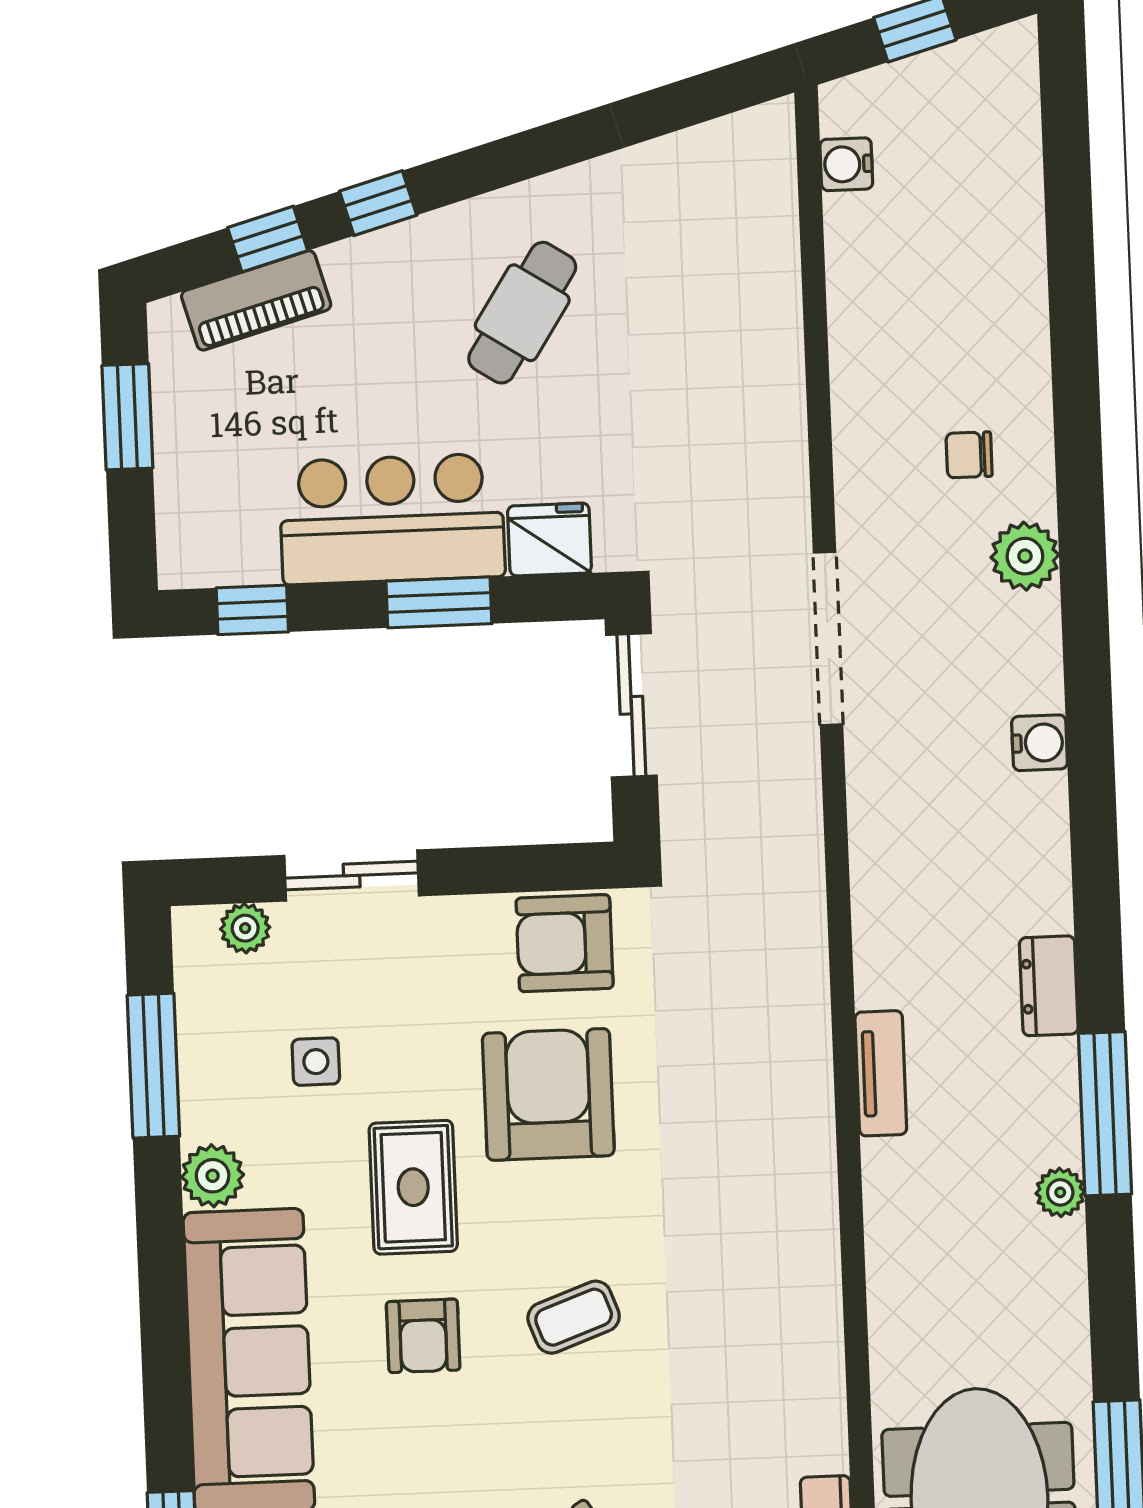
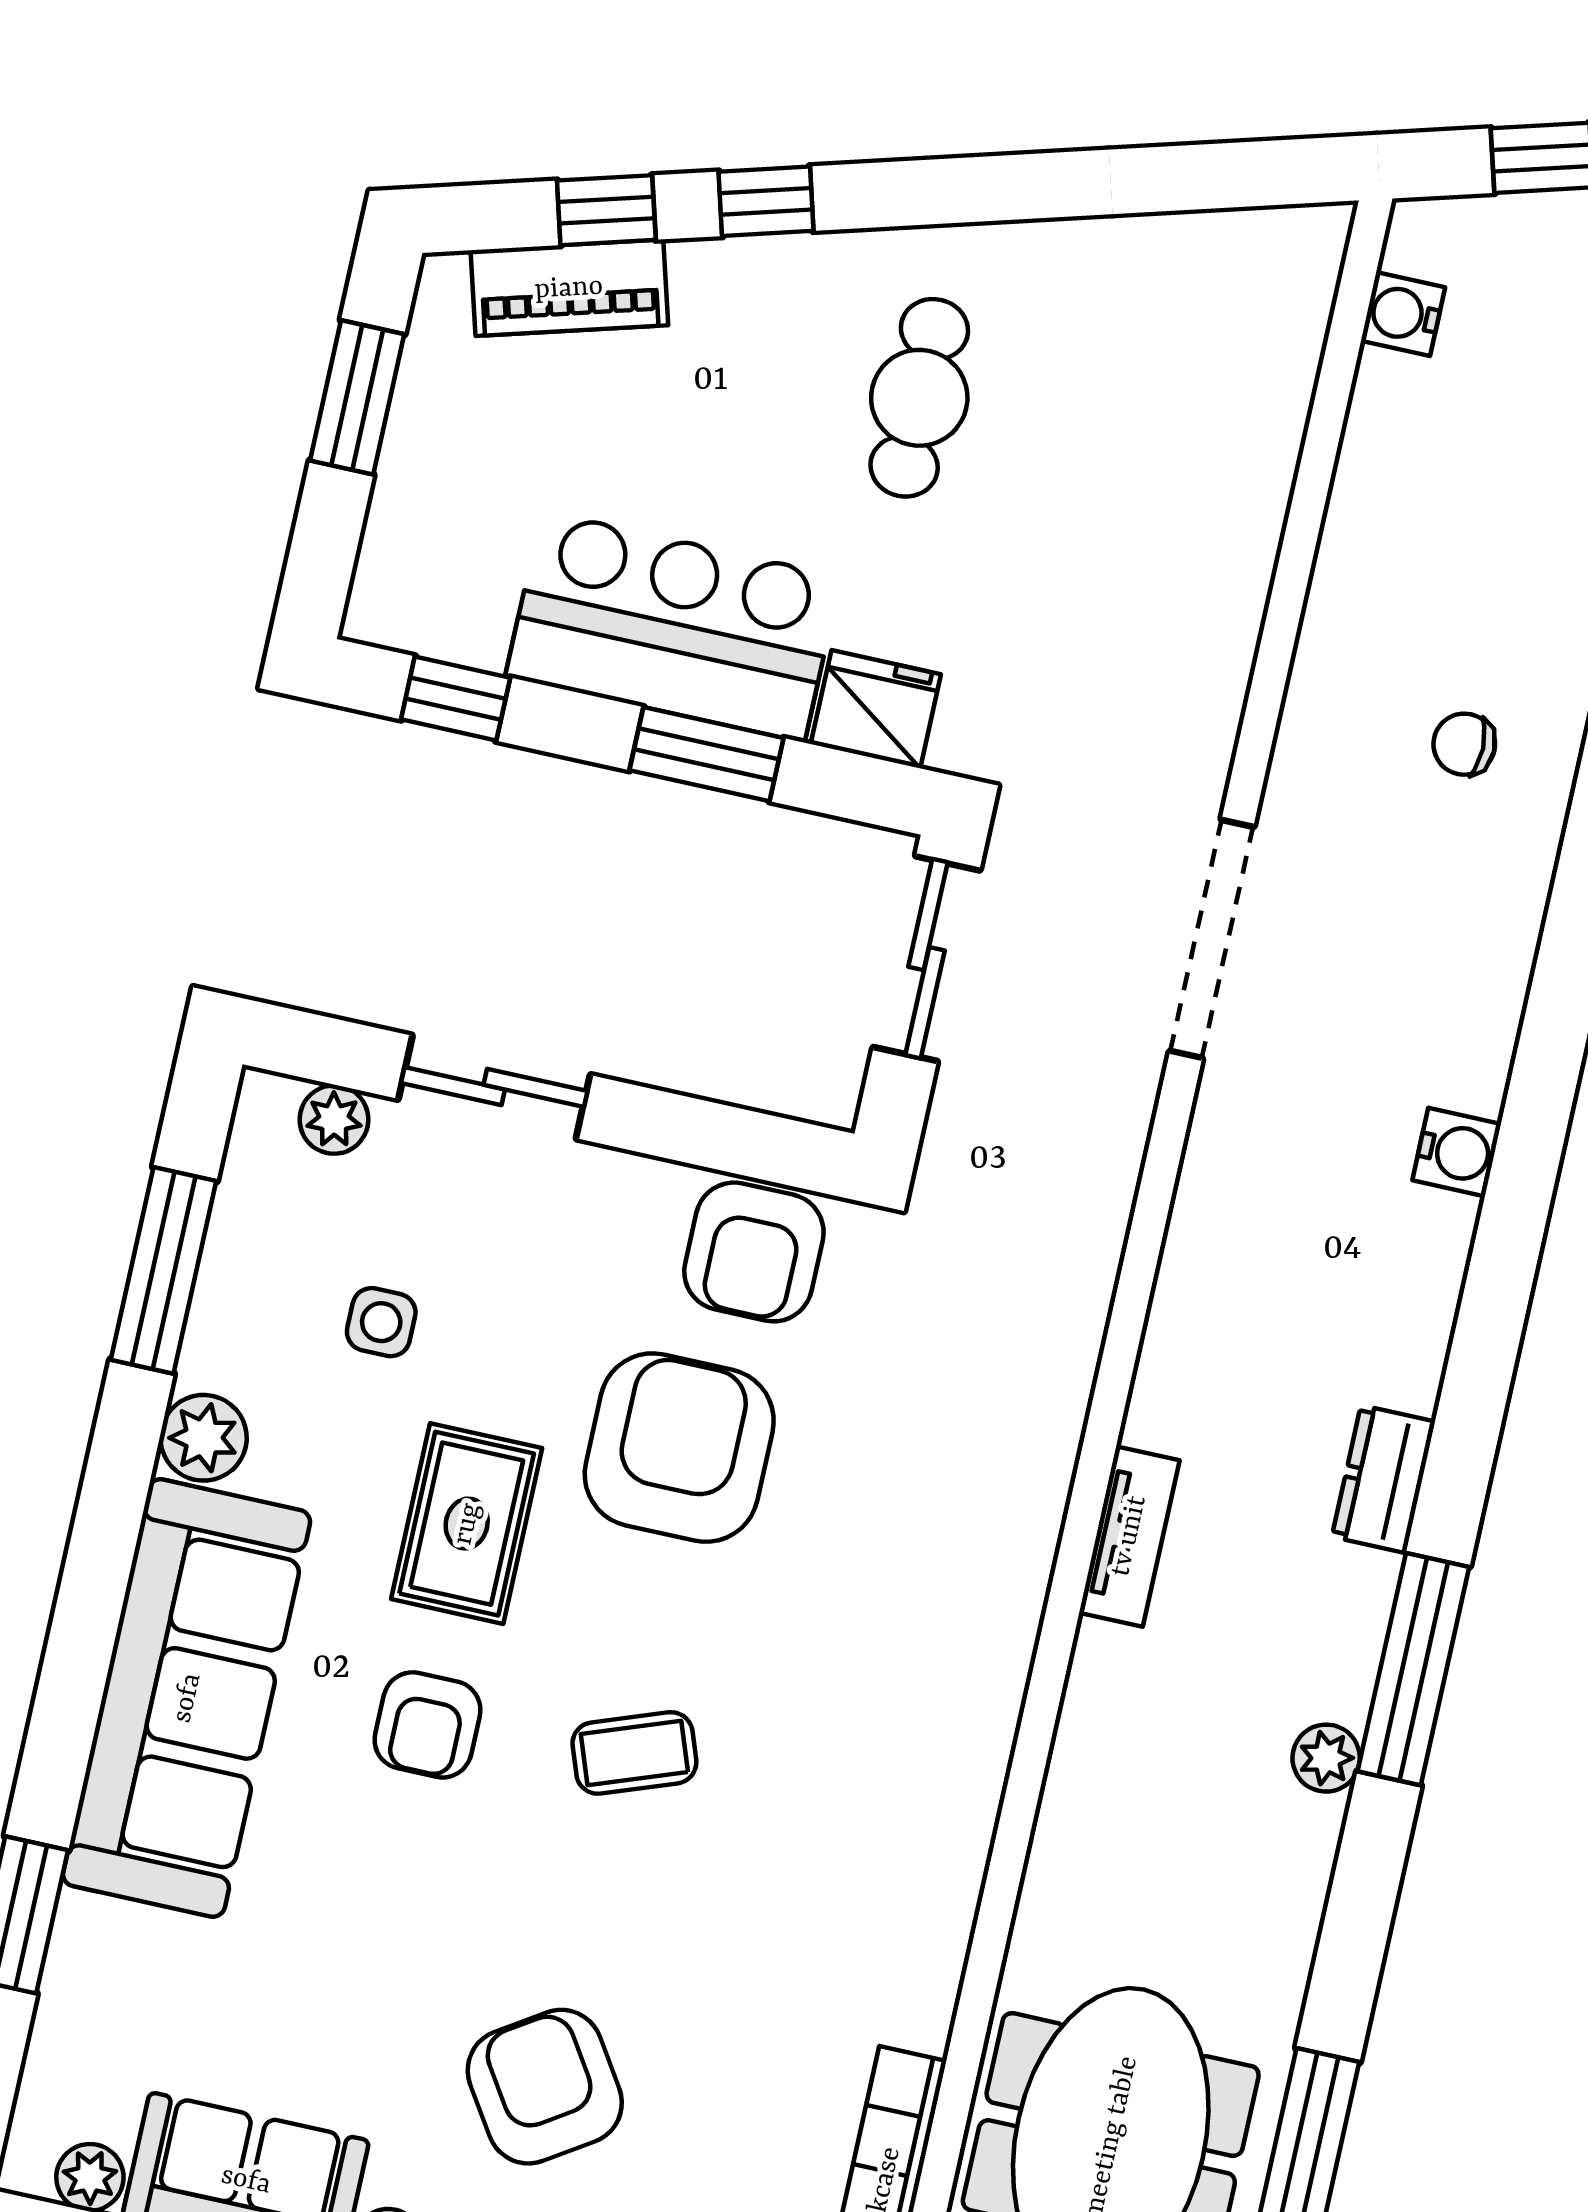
cafe table: (522, 313) -> (919, 398), turned -33
plant: (1025, 556) -> (1503, 899), removed
armchair: (565, 943) -> (754, 1252), turned -90

